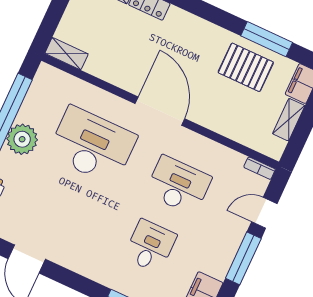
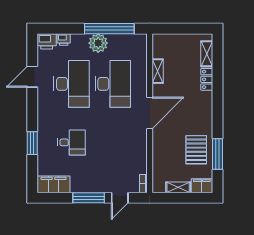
shelving: (67, 54) -> (158, 71), moved
desk: (178, 185) -> (72, 84), moved, width x1.36, depth x1.30
door: (264, 213) -> (120, 198), swing flipped

